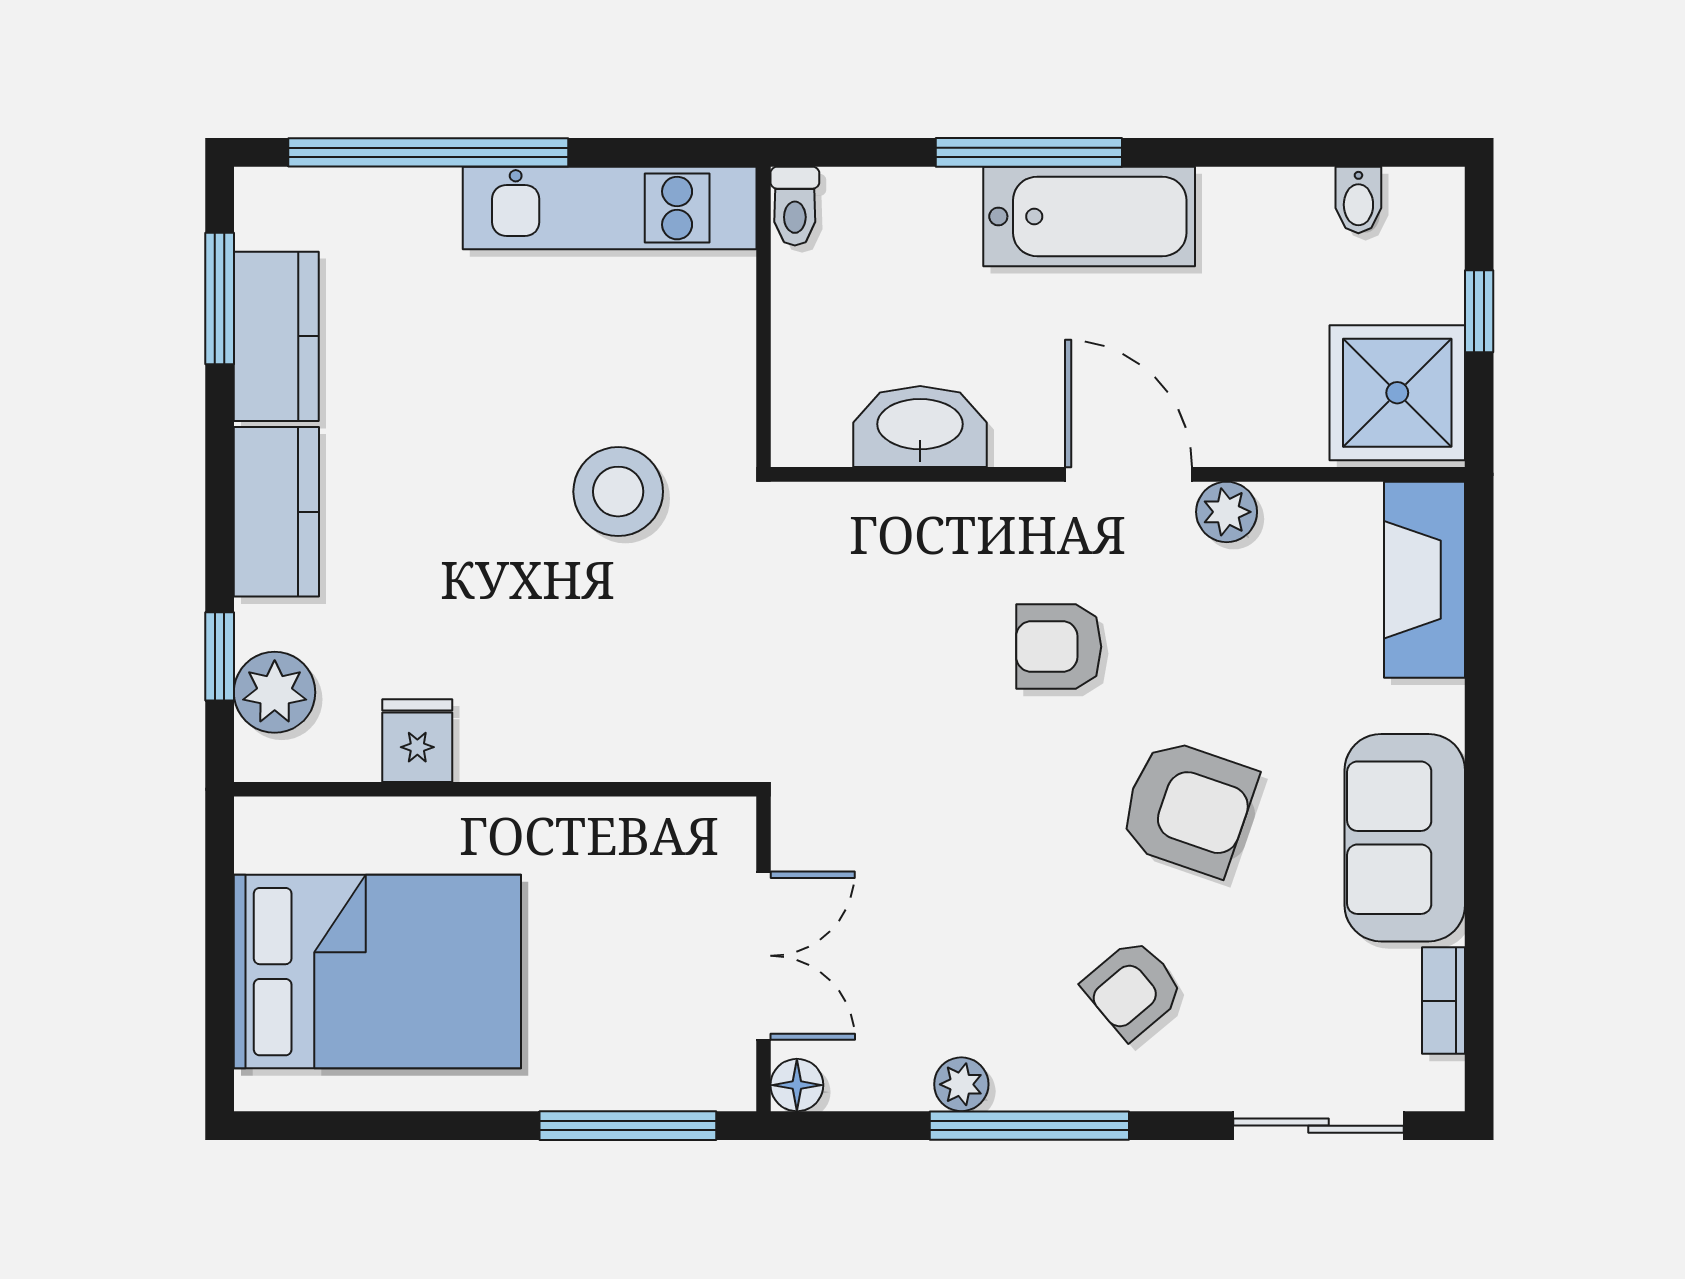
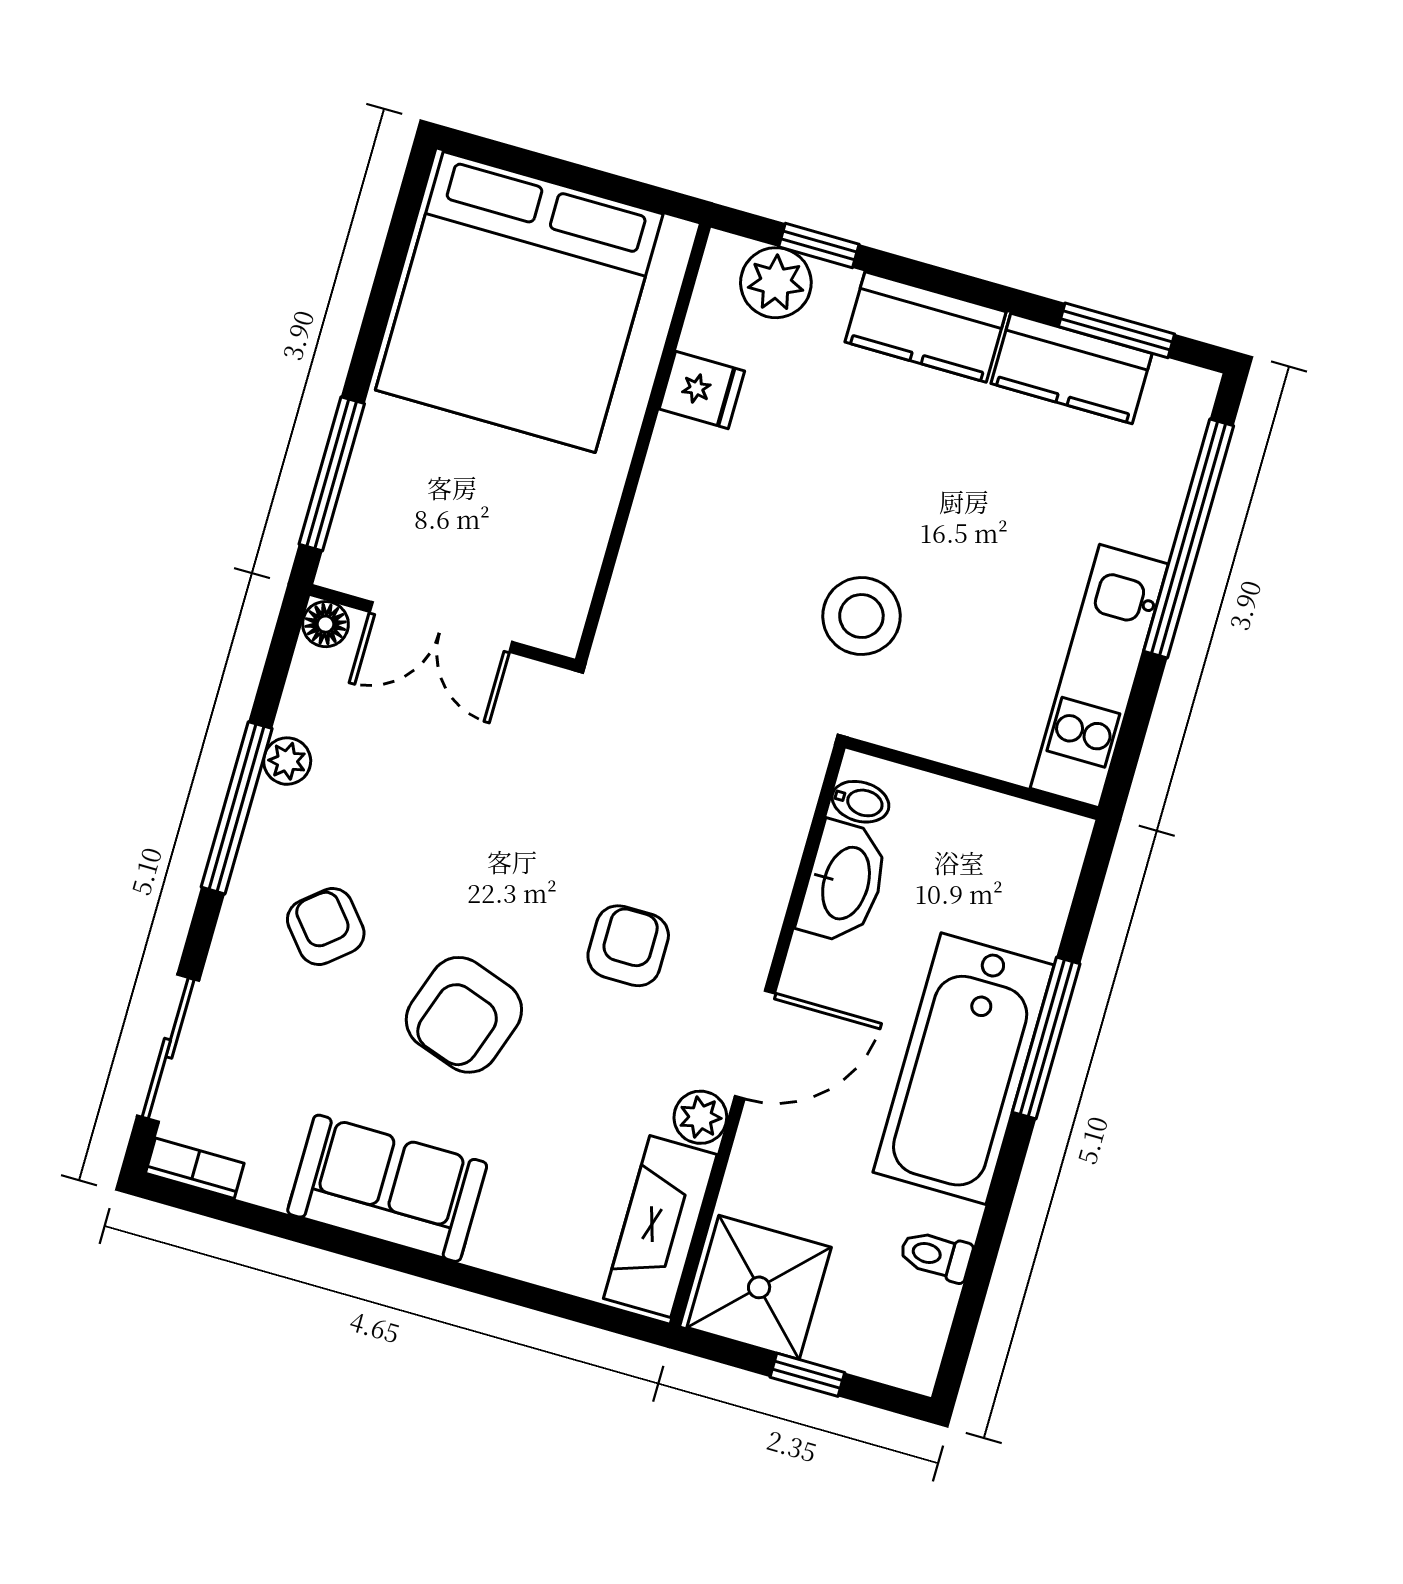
bidet: (1358, 200) -> (860, 802), moved, turned 180
toilet: (795, 206) -> (936, 1256), moved
bathtub: (1089, 216) -> (964, 1069), width x1.36, depth x1.36
fireplace: (1424, 580) -> (660, 1226), moved, turned -90
bed: (377, 972) -> (519, 302), width x1.36
bookcase: (1443, 1001) -> (195, 1168), moved

